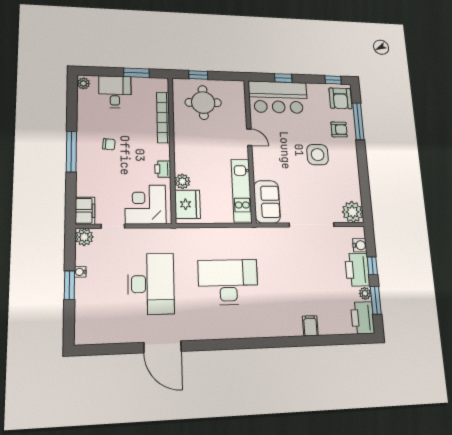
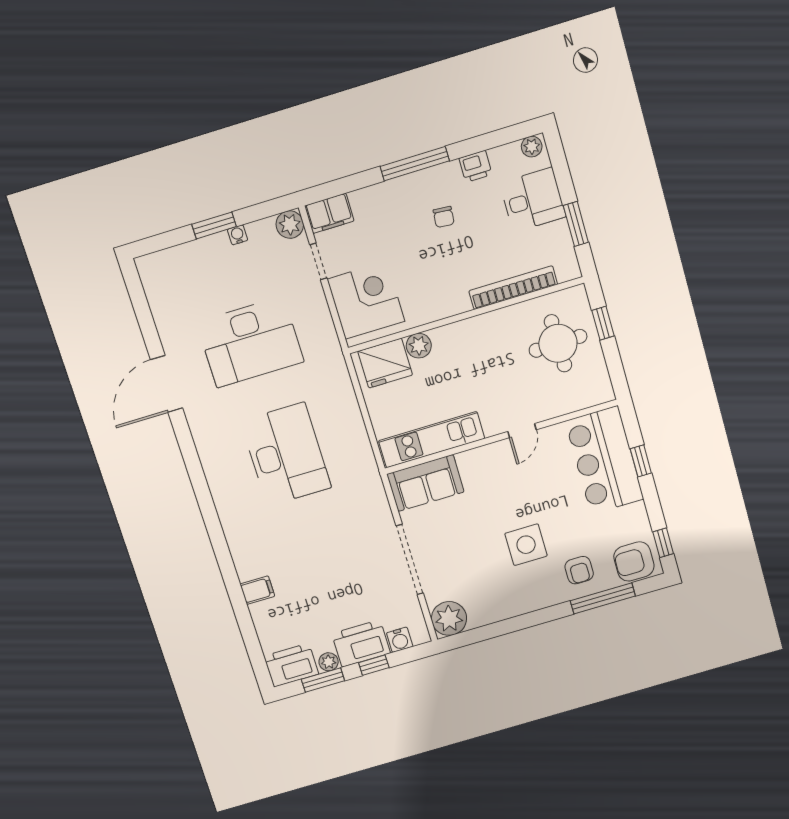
printer: (163, 169) -> (476, 166), moved, turned 180

